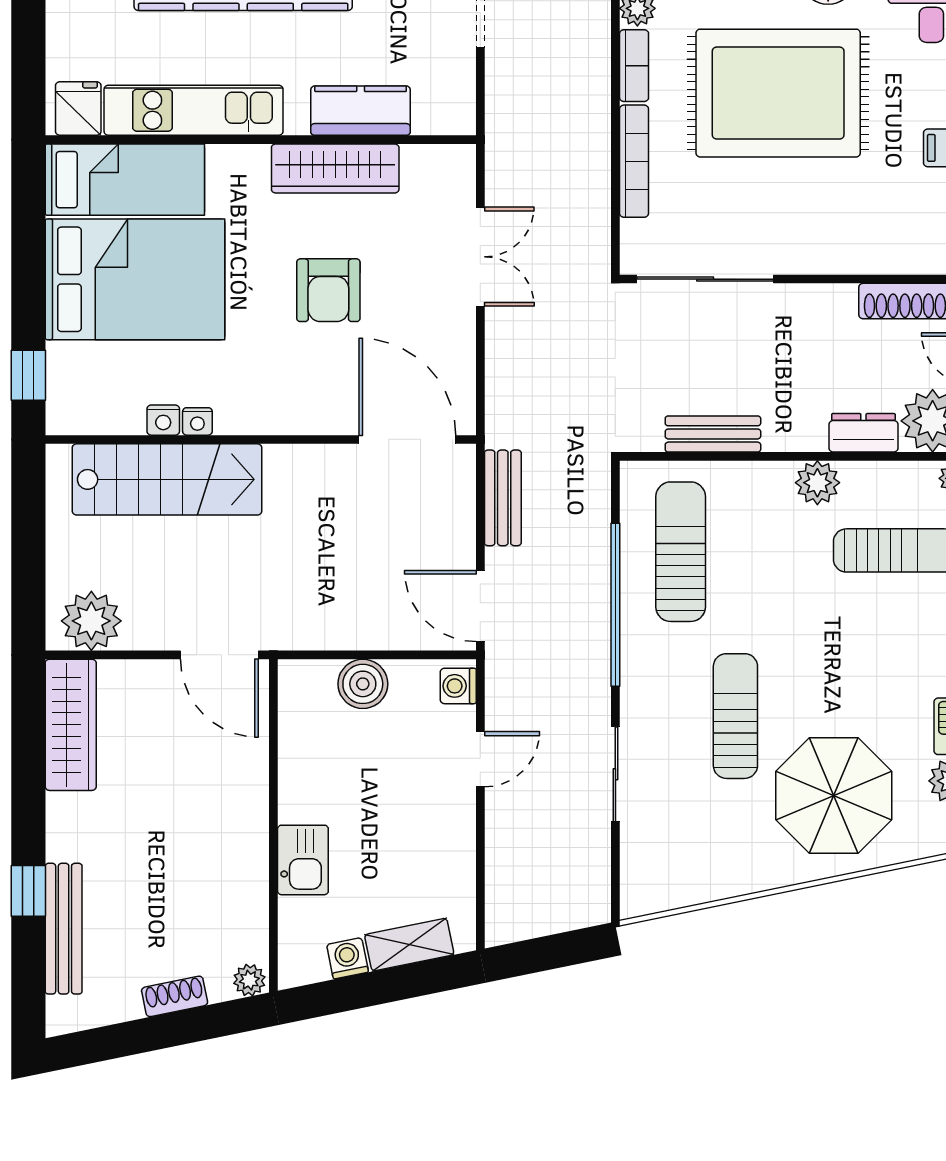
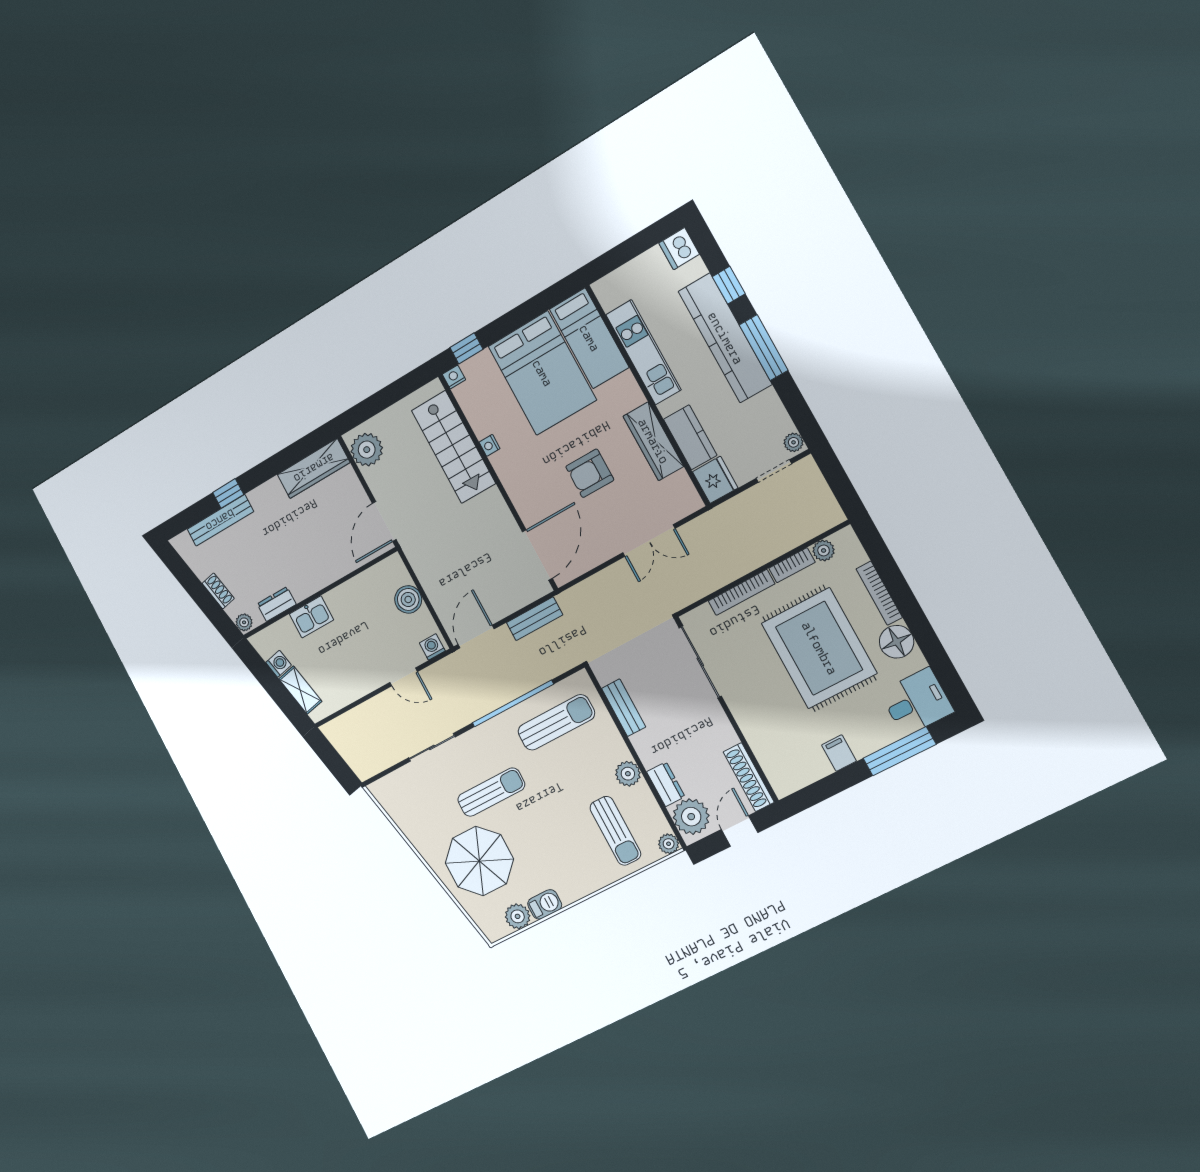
fridge: (78, 108) -> (715, 480), moved, width x1.38
nightstand: (163, 420) -> (454, 377), moved, turned 90
dresser: (250, 908) -> (277, 604), added

